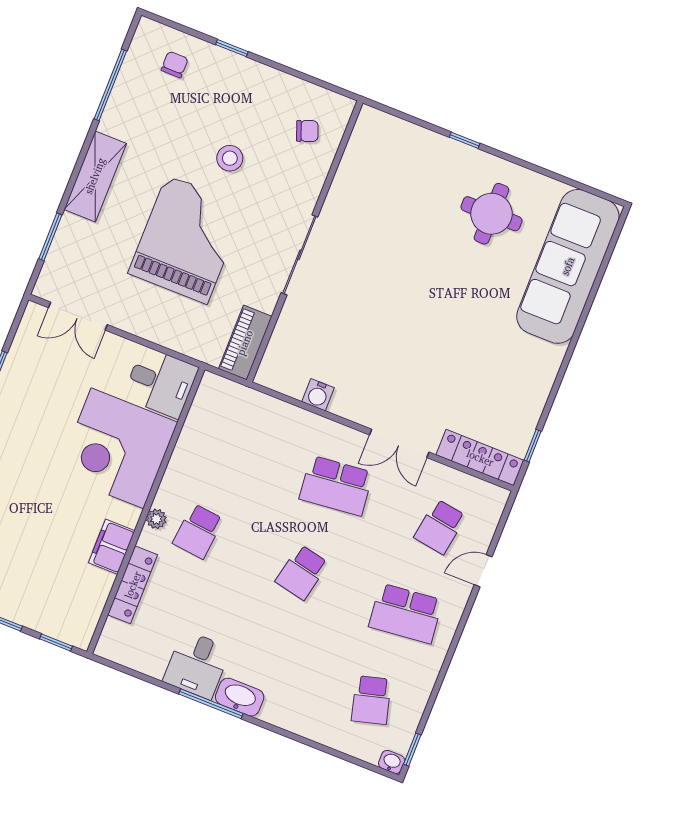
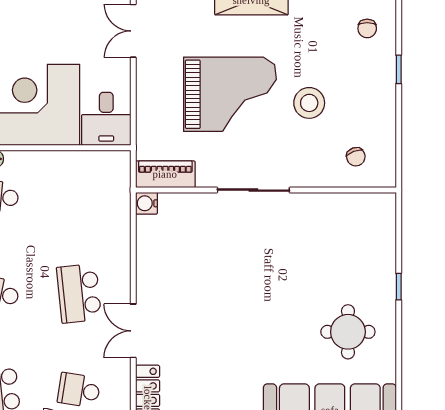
chair: (175, 64) -> (367, 28), turned 90
stool: (230, 158) -> (309, 103), width x1.38, depth x1.38
water cooler: (318, 395) -> (146, 203), moved

